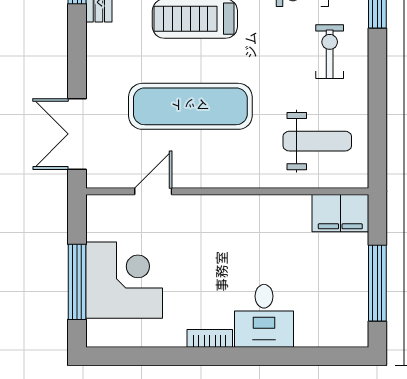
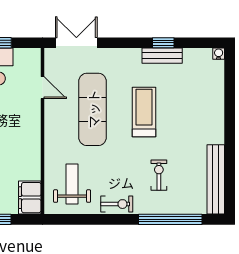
exercise bike: (330, 52) -> (117, 204), moved
weight bench: (317, 141) -> (72, 184), turned 180

